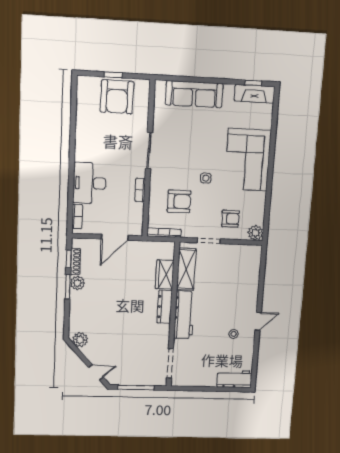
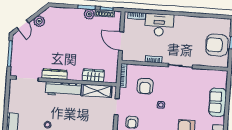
sofa: (194, 94) -> (218, 102), width x0.73
dresser: (165, 307) -> (55, 74), moved
plant: (80, 340) -> (39, 21), moved

